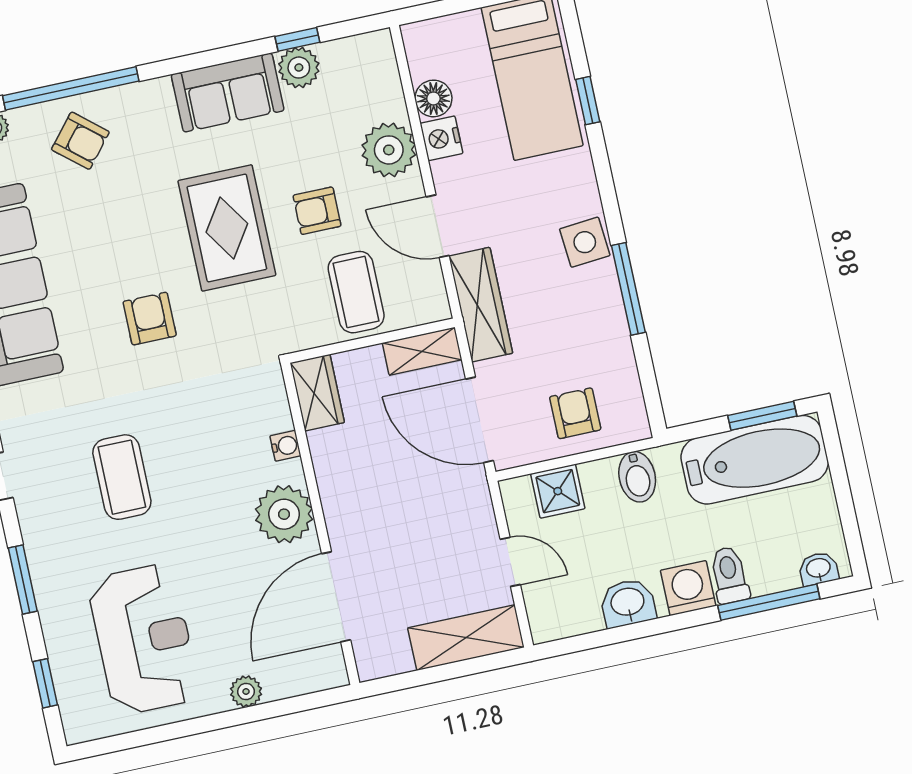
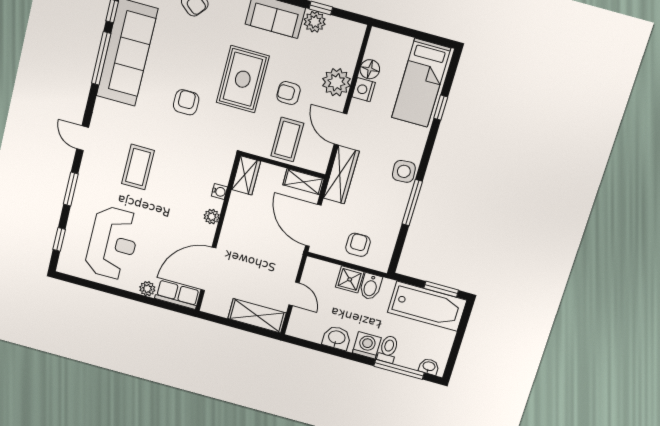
shower: (558, 491) -> (350, 279), moved
plant: (284, 514) -> (212, 217), width x0.53, depth x0.53
row of seats: (305, 674) -> (177, 295), added

